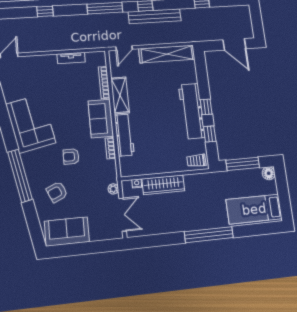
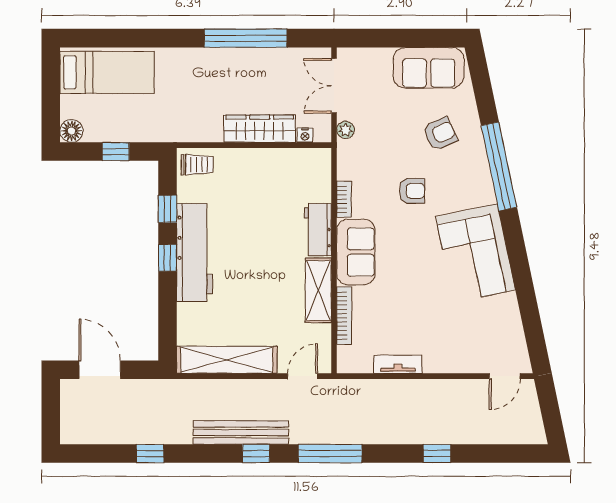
workbench: (124, 135) -> (318, 230), width x0.73
window: (243, 164) -> (116, 152), width x0.46
window: (209, 235) -> (246, 38), moved

